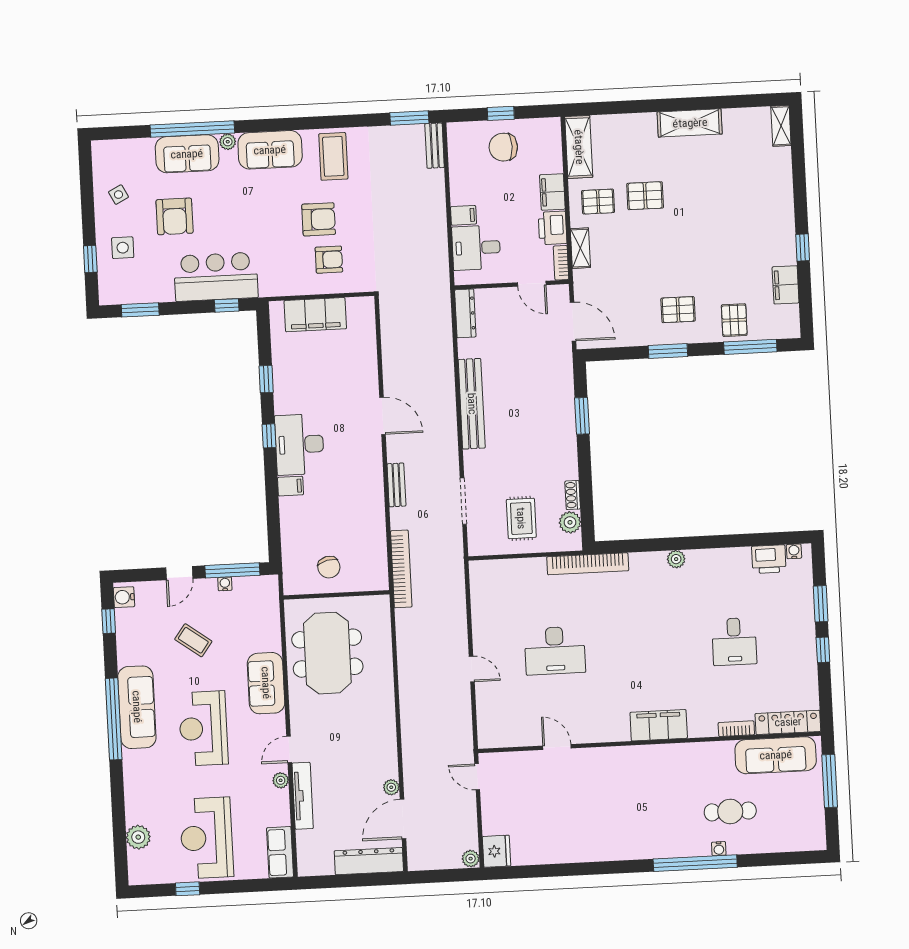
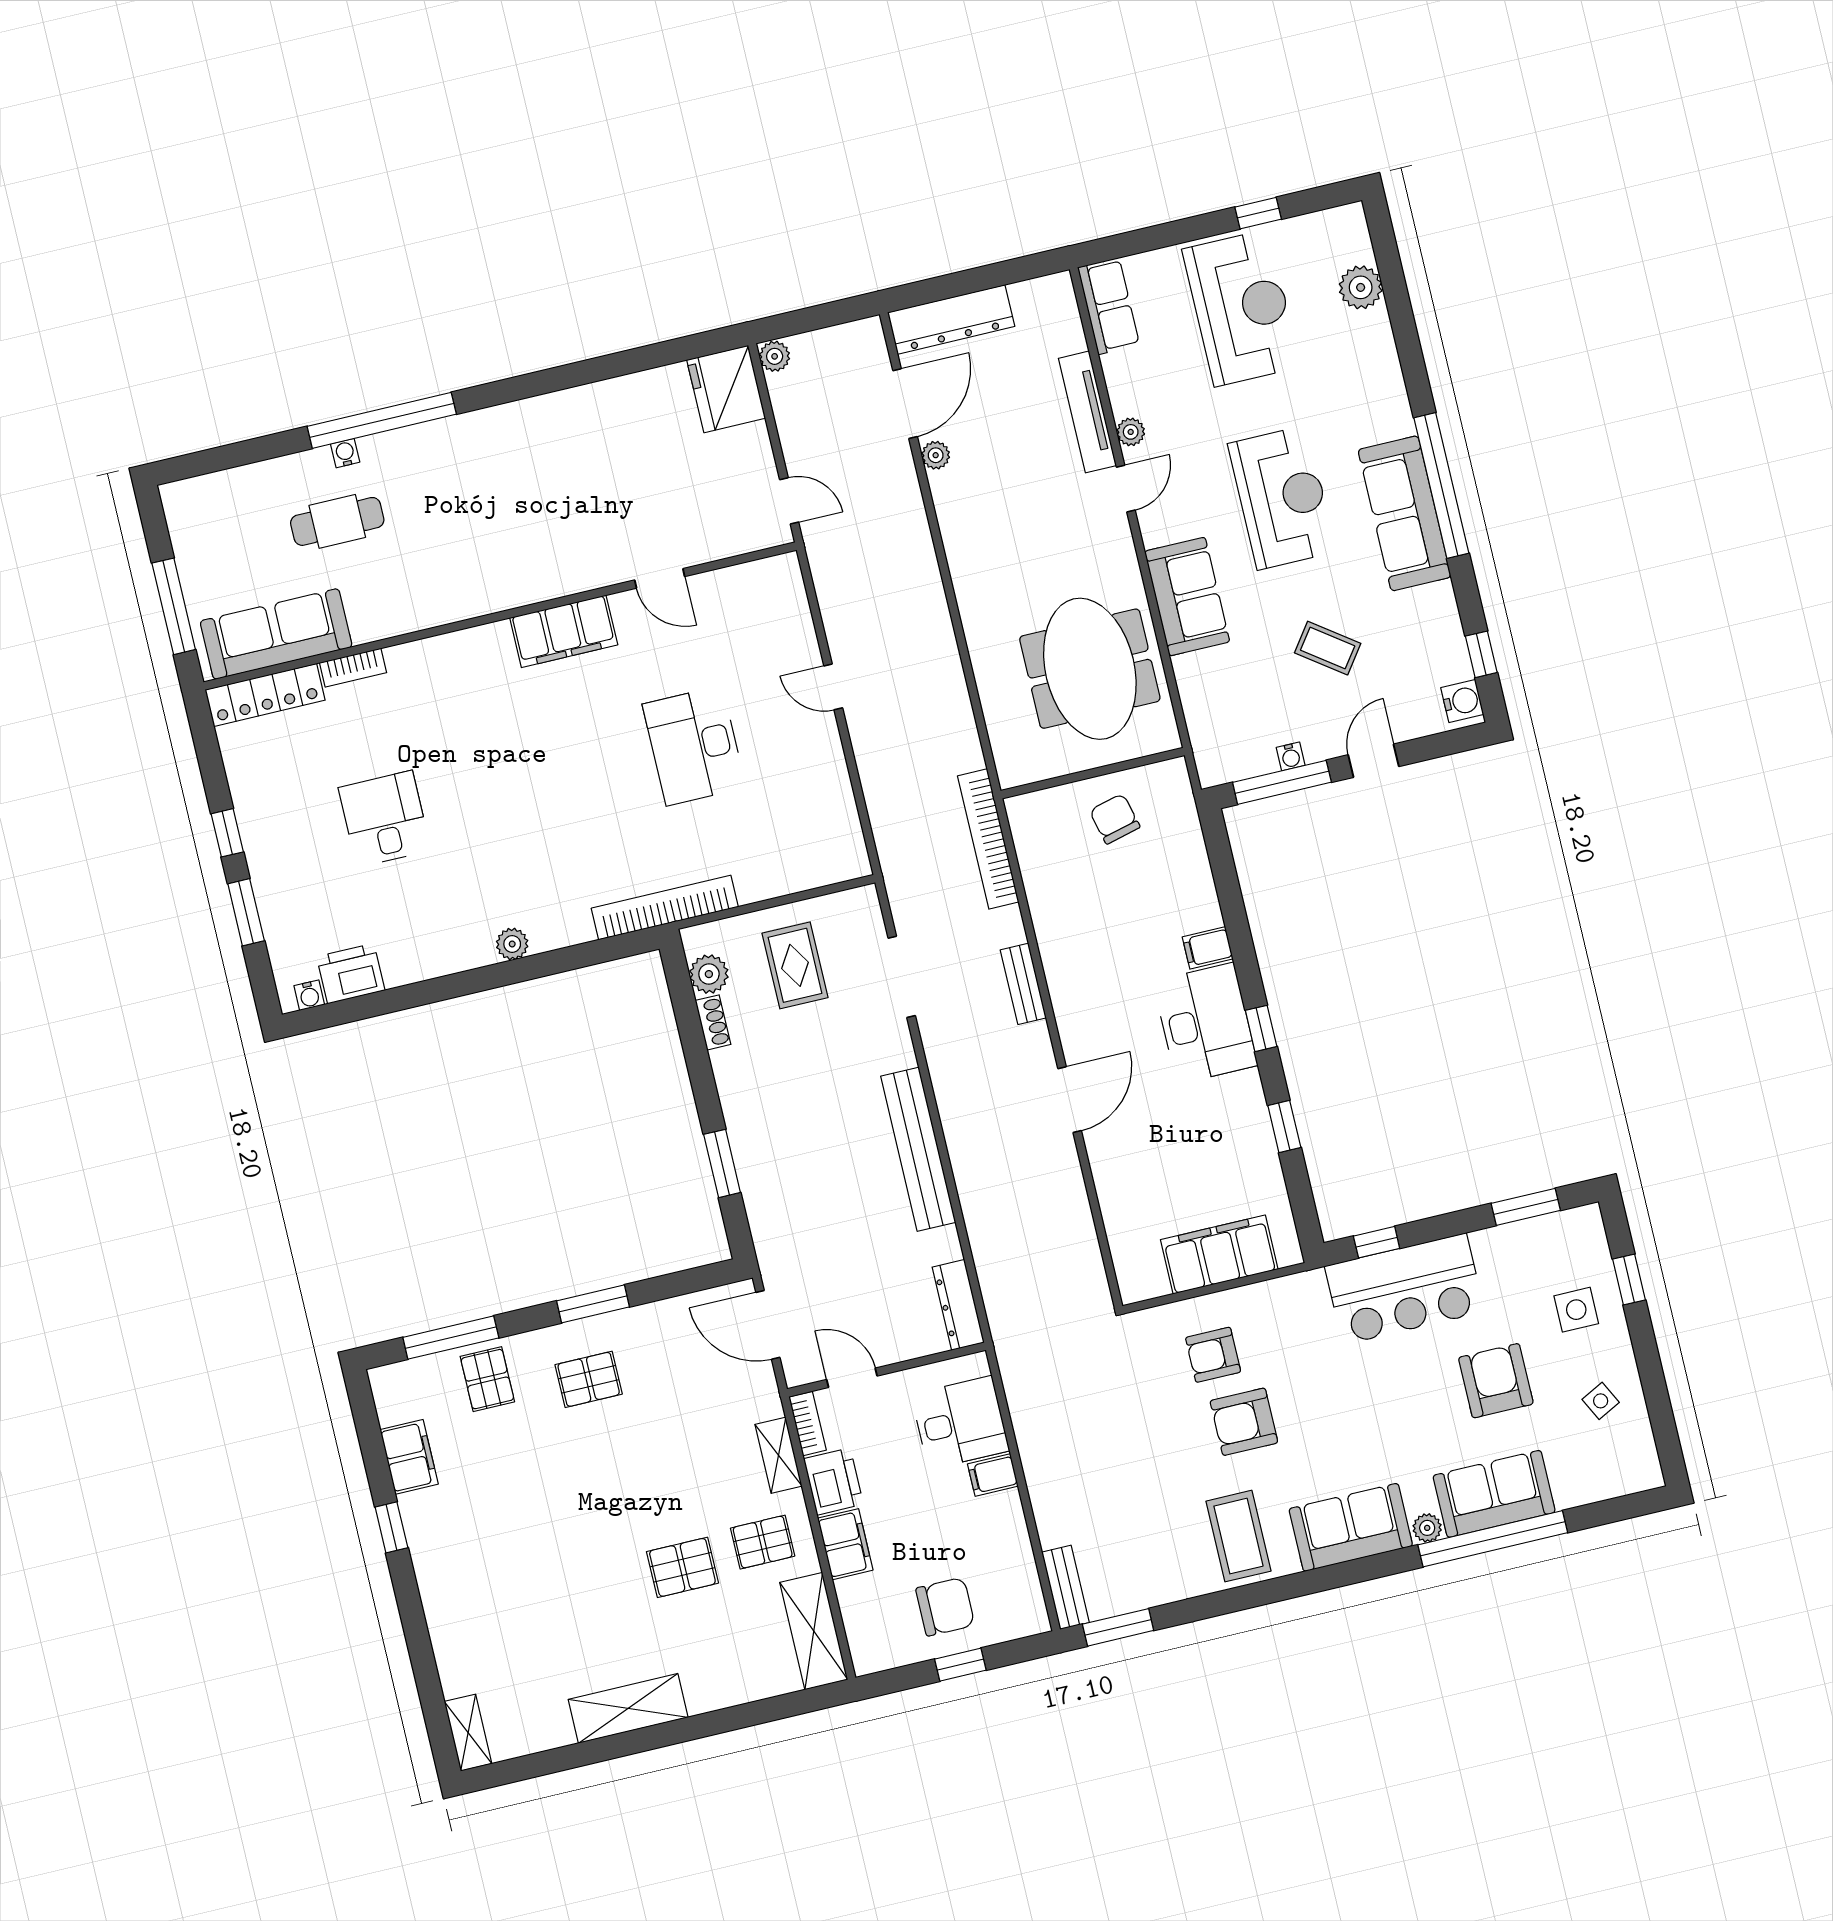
door: (383, 416) -> (1070, 1100), swing flipped
desk: (555, 651) -> (694, 746), turned -90
filing cabinet: (659, 725) -> (564, 631), moved
fridge: (497, 851) -> (726, 389), width x1.36, depth x1.34

